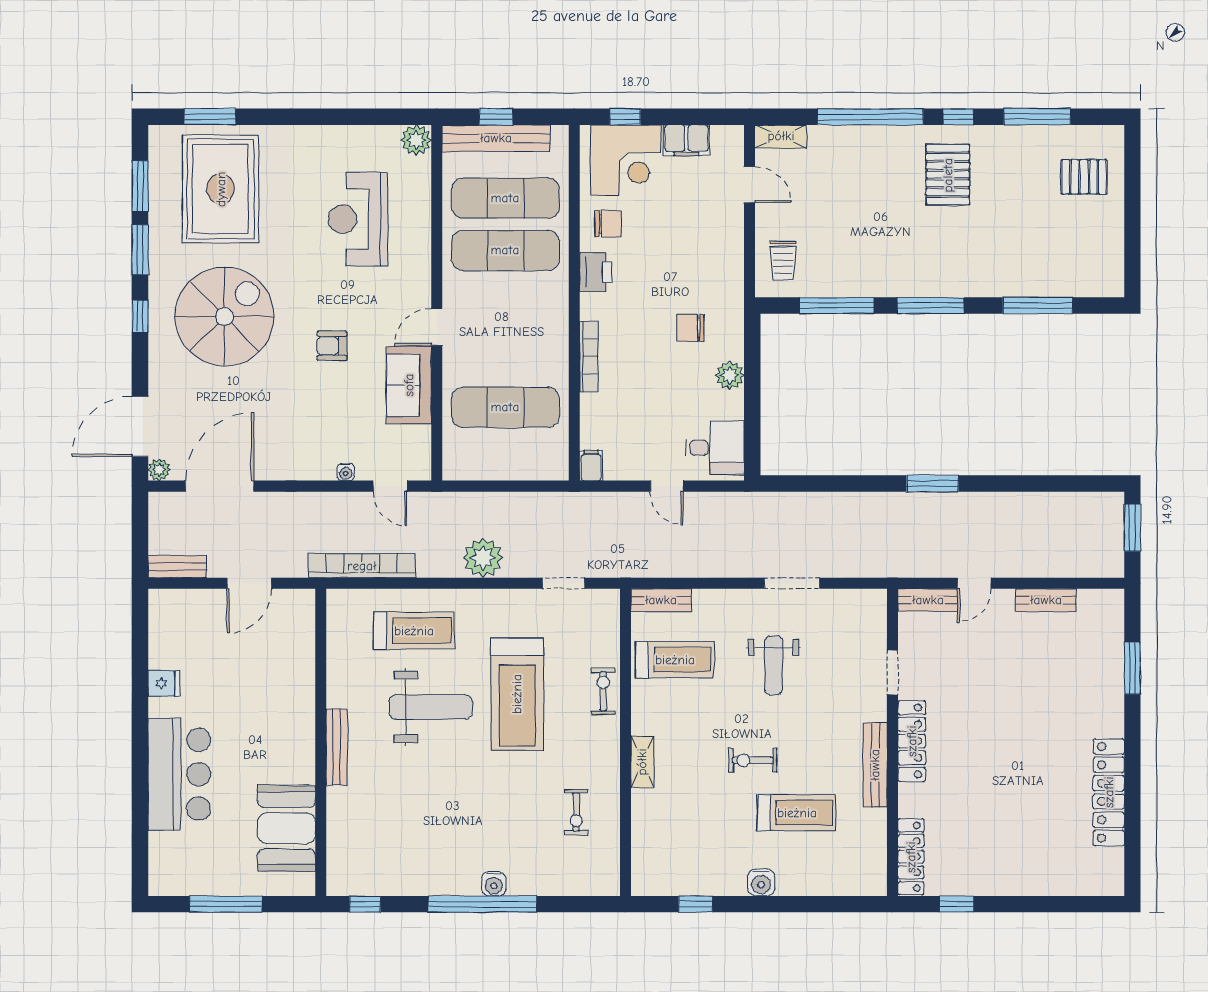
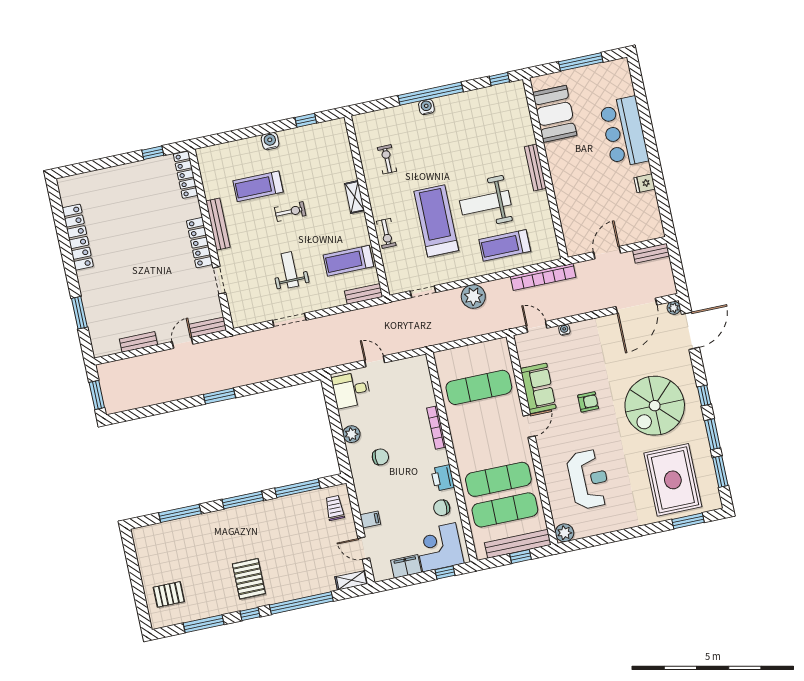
filing cabinet: (591, 465) -> (370, 520), moved, turned -90

